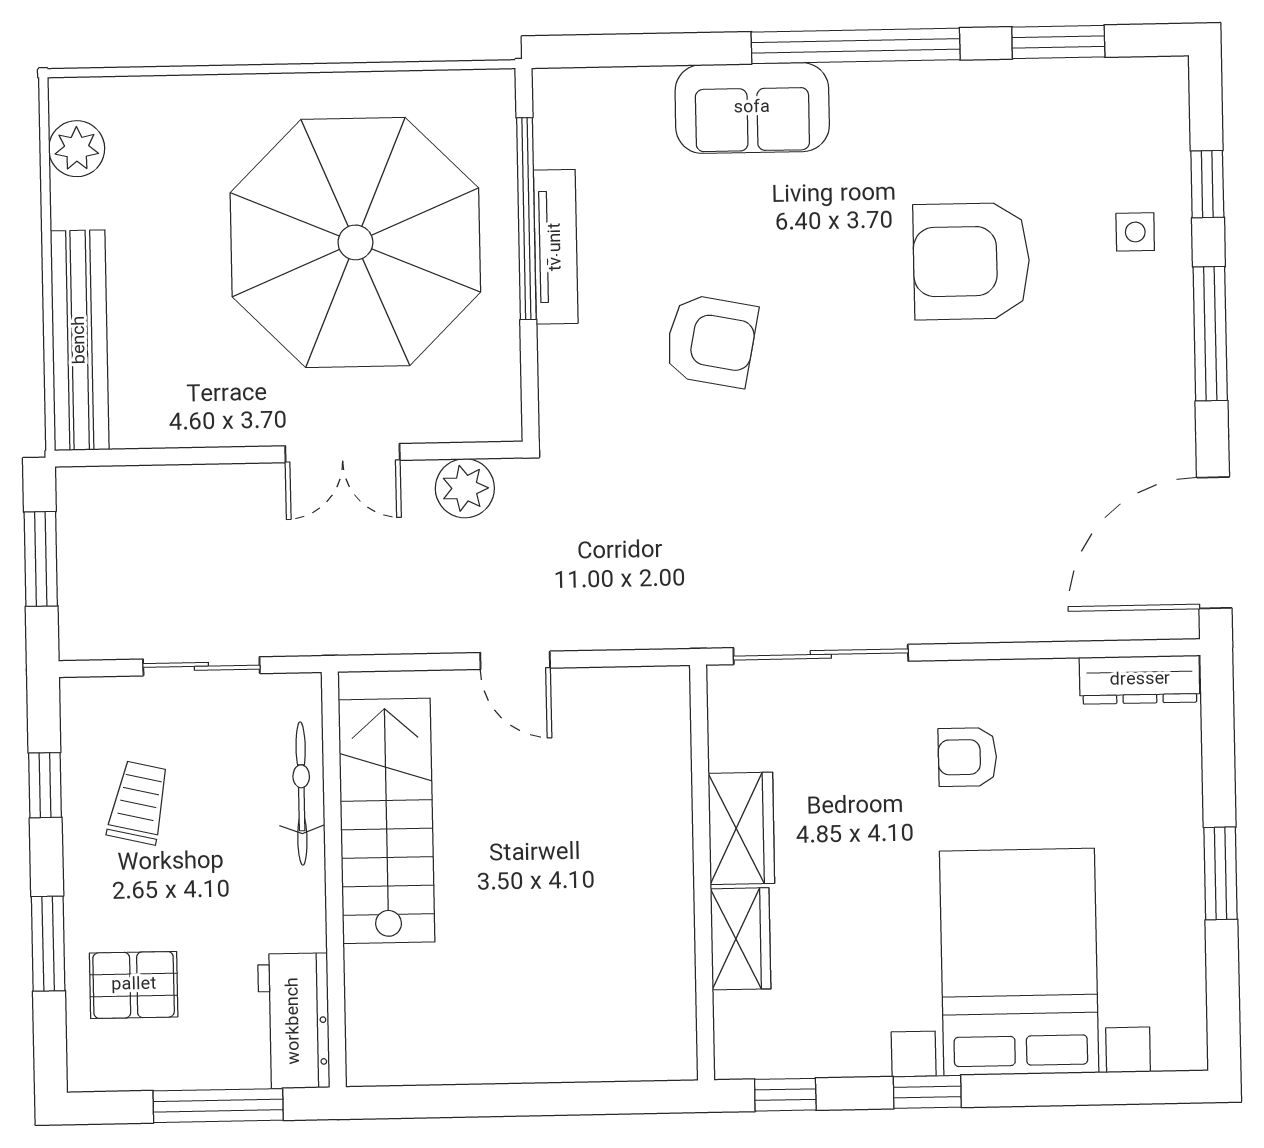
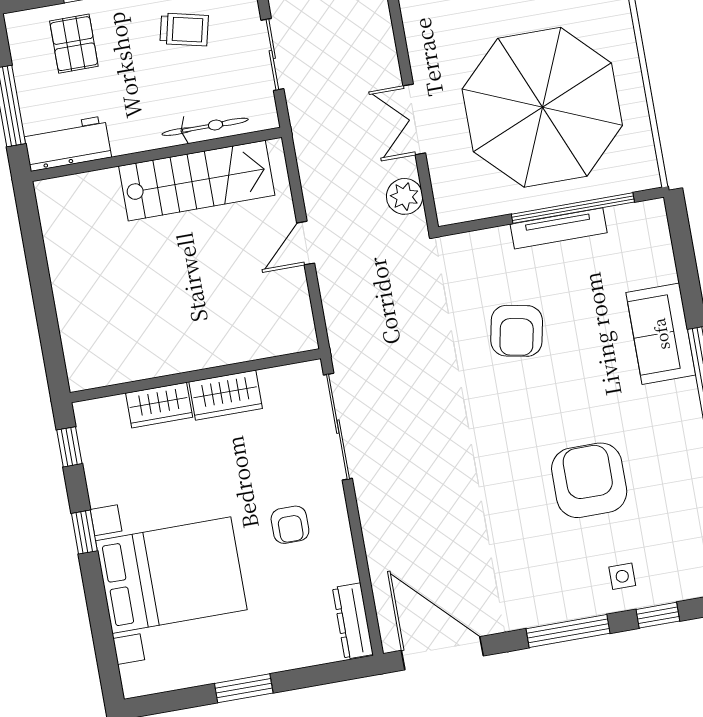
armchair: (967, 757) -> (290, 525), turned 180

